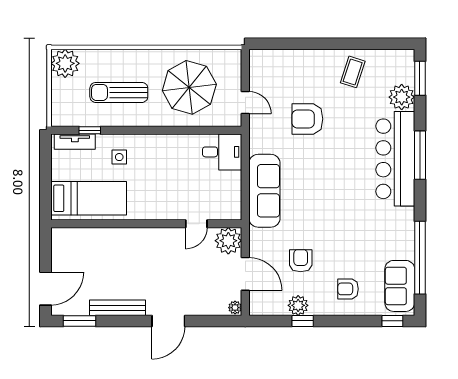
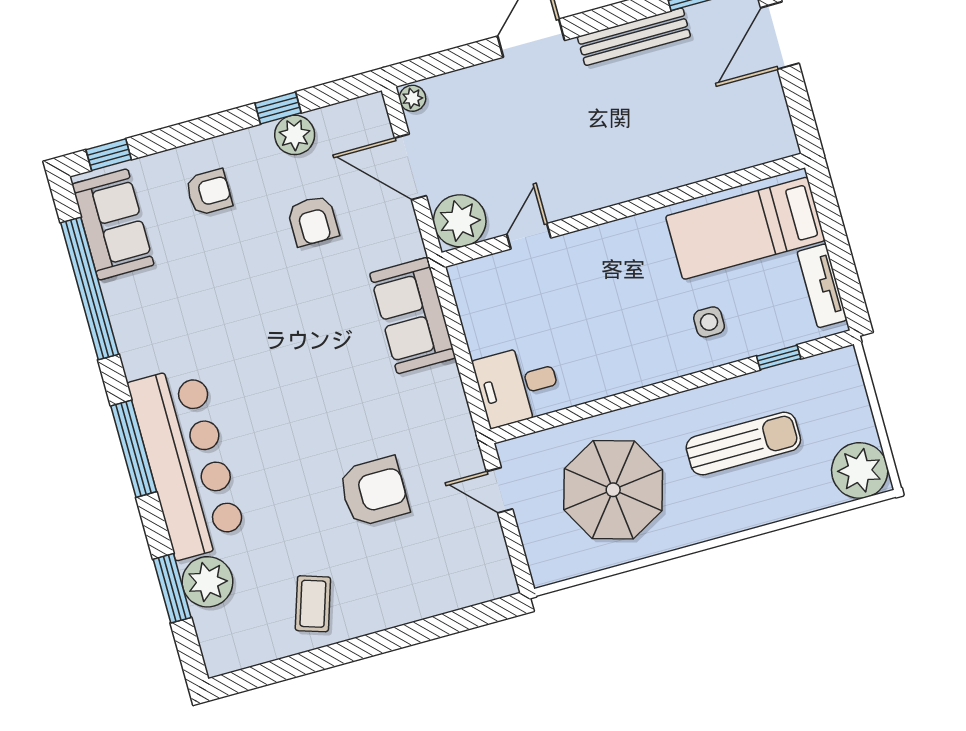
window: (420, 78) -> (172, 588), moved
tv unit: (75, 142) -> (822, 286), moved, turned -90
window: (420, 155) -> (134, 449), moved
sofa: (264, 191) -> (413, 316), width x0.73

